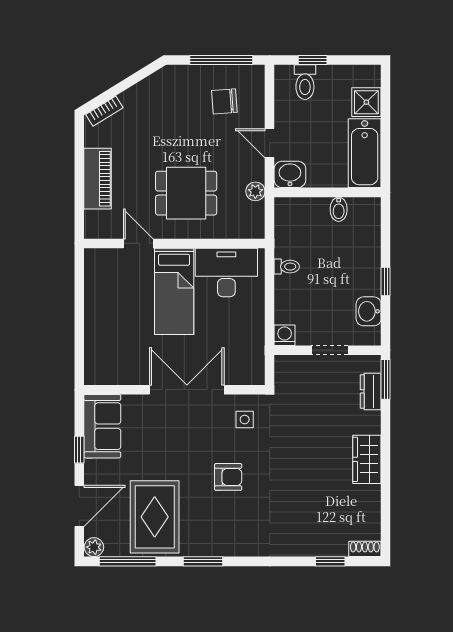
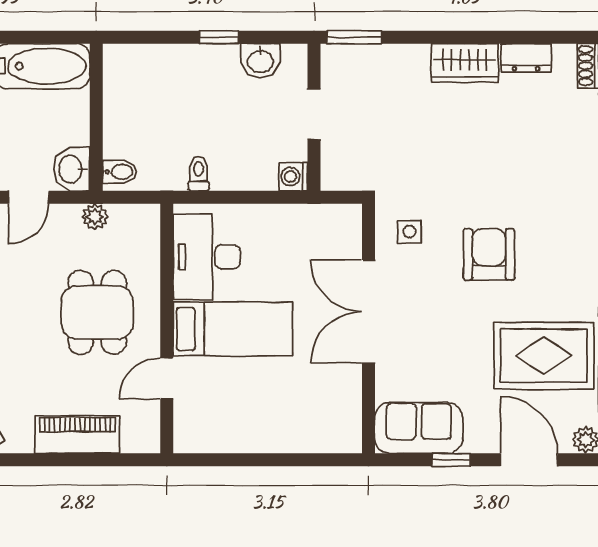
bidet: (339, 209) -> (120, 172), moved
dresser: (371, 391) -> (526, 58), moved
armchair: (228, 477) -> (489, 254), width x1.38, depth x1.38

